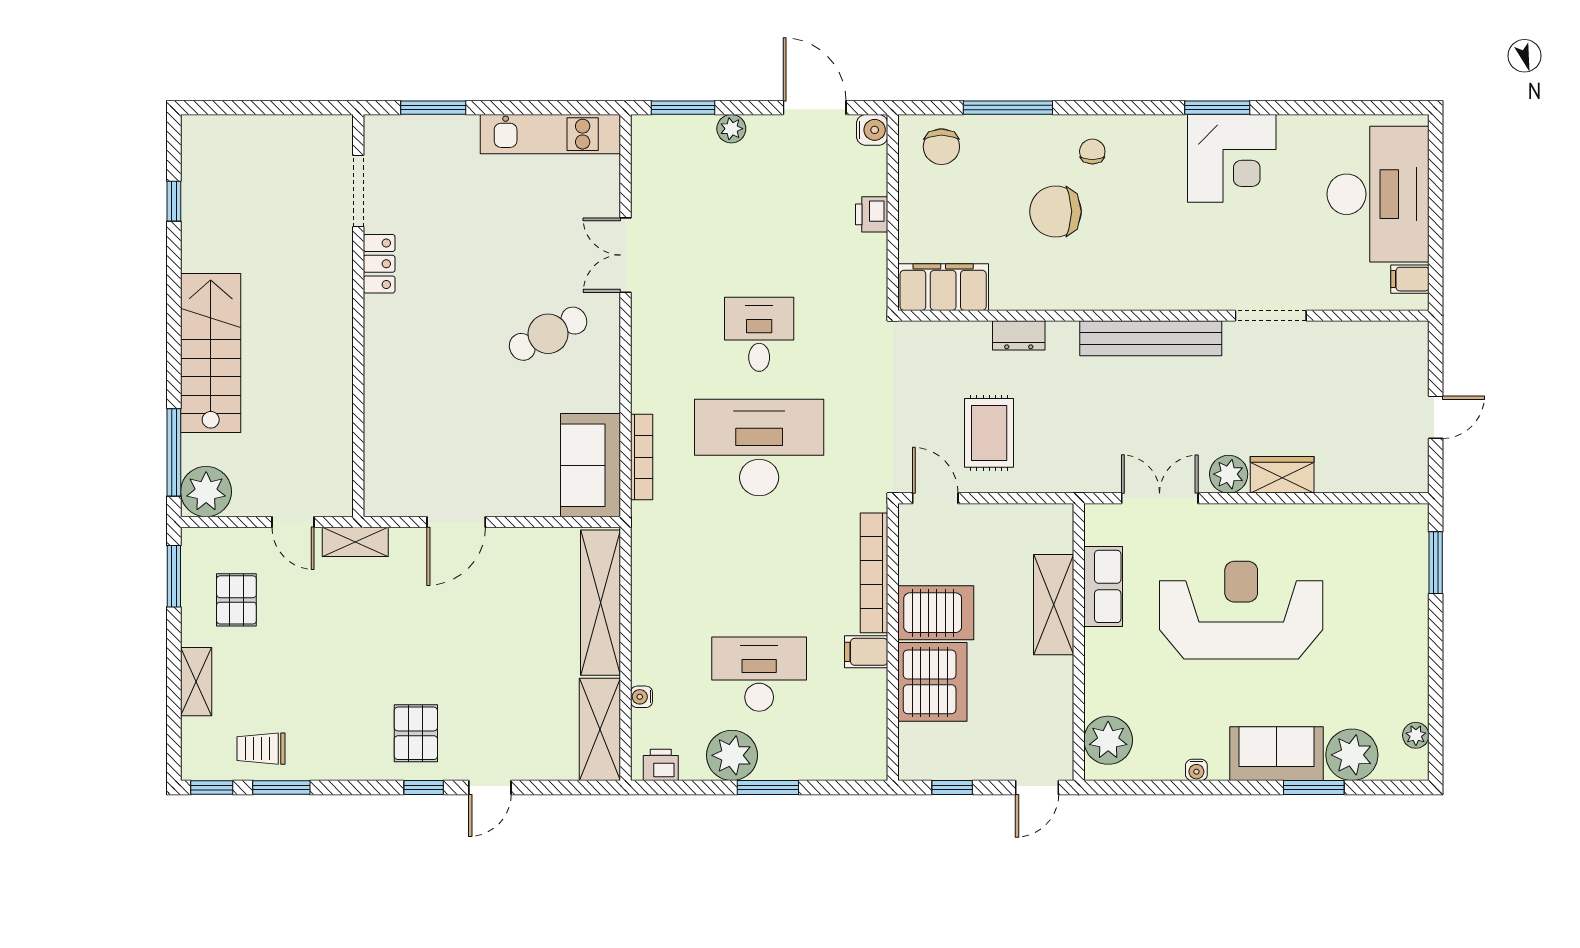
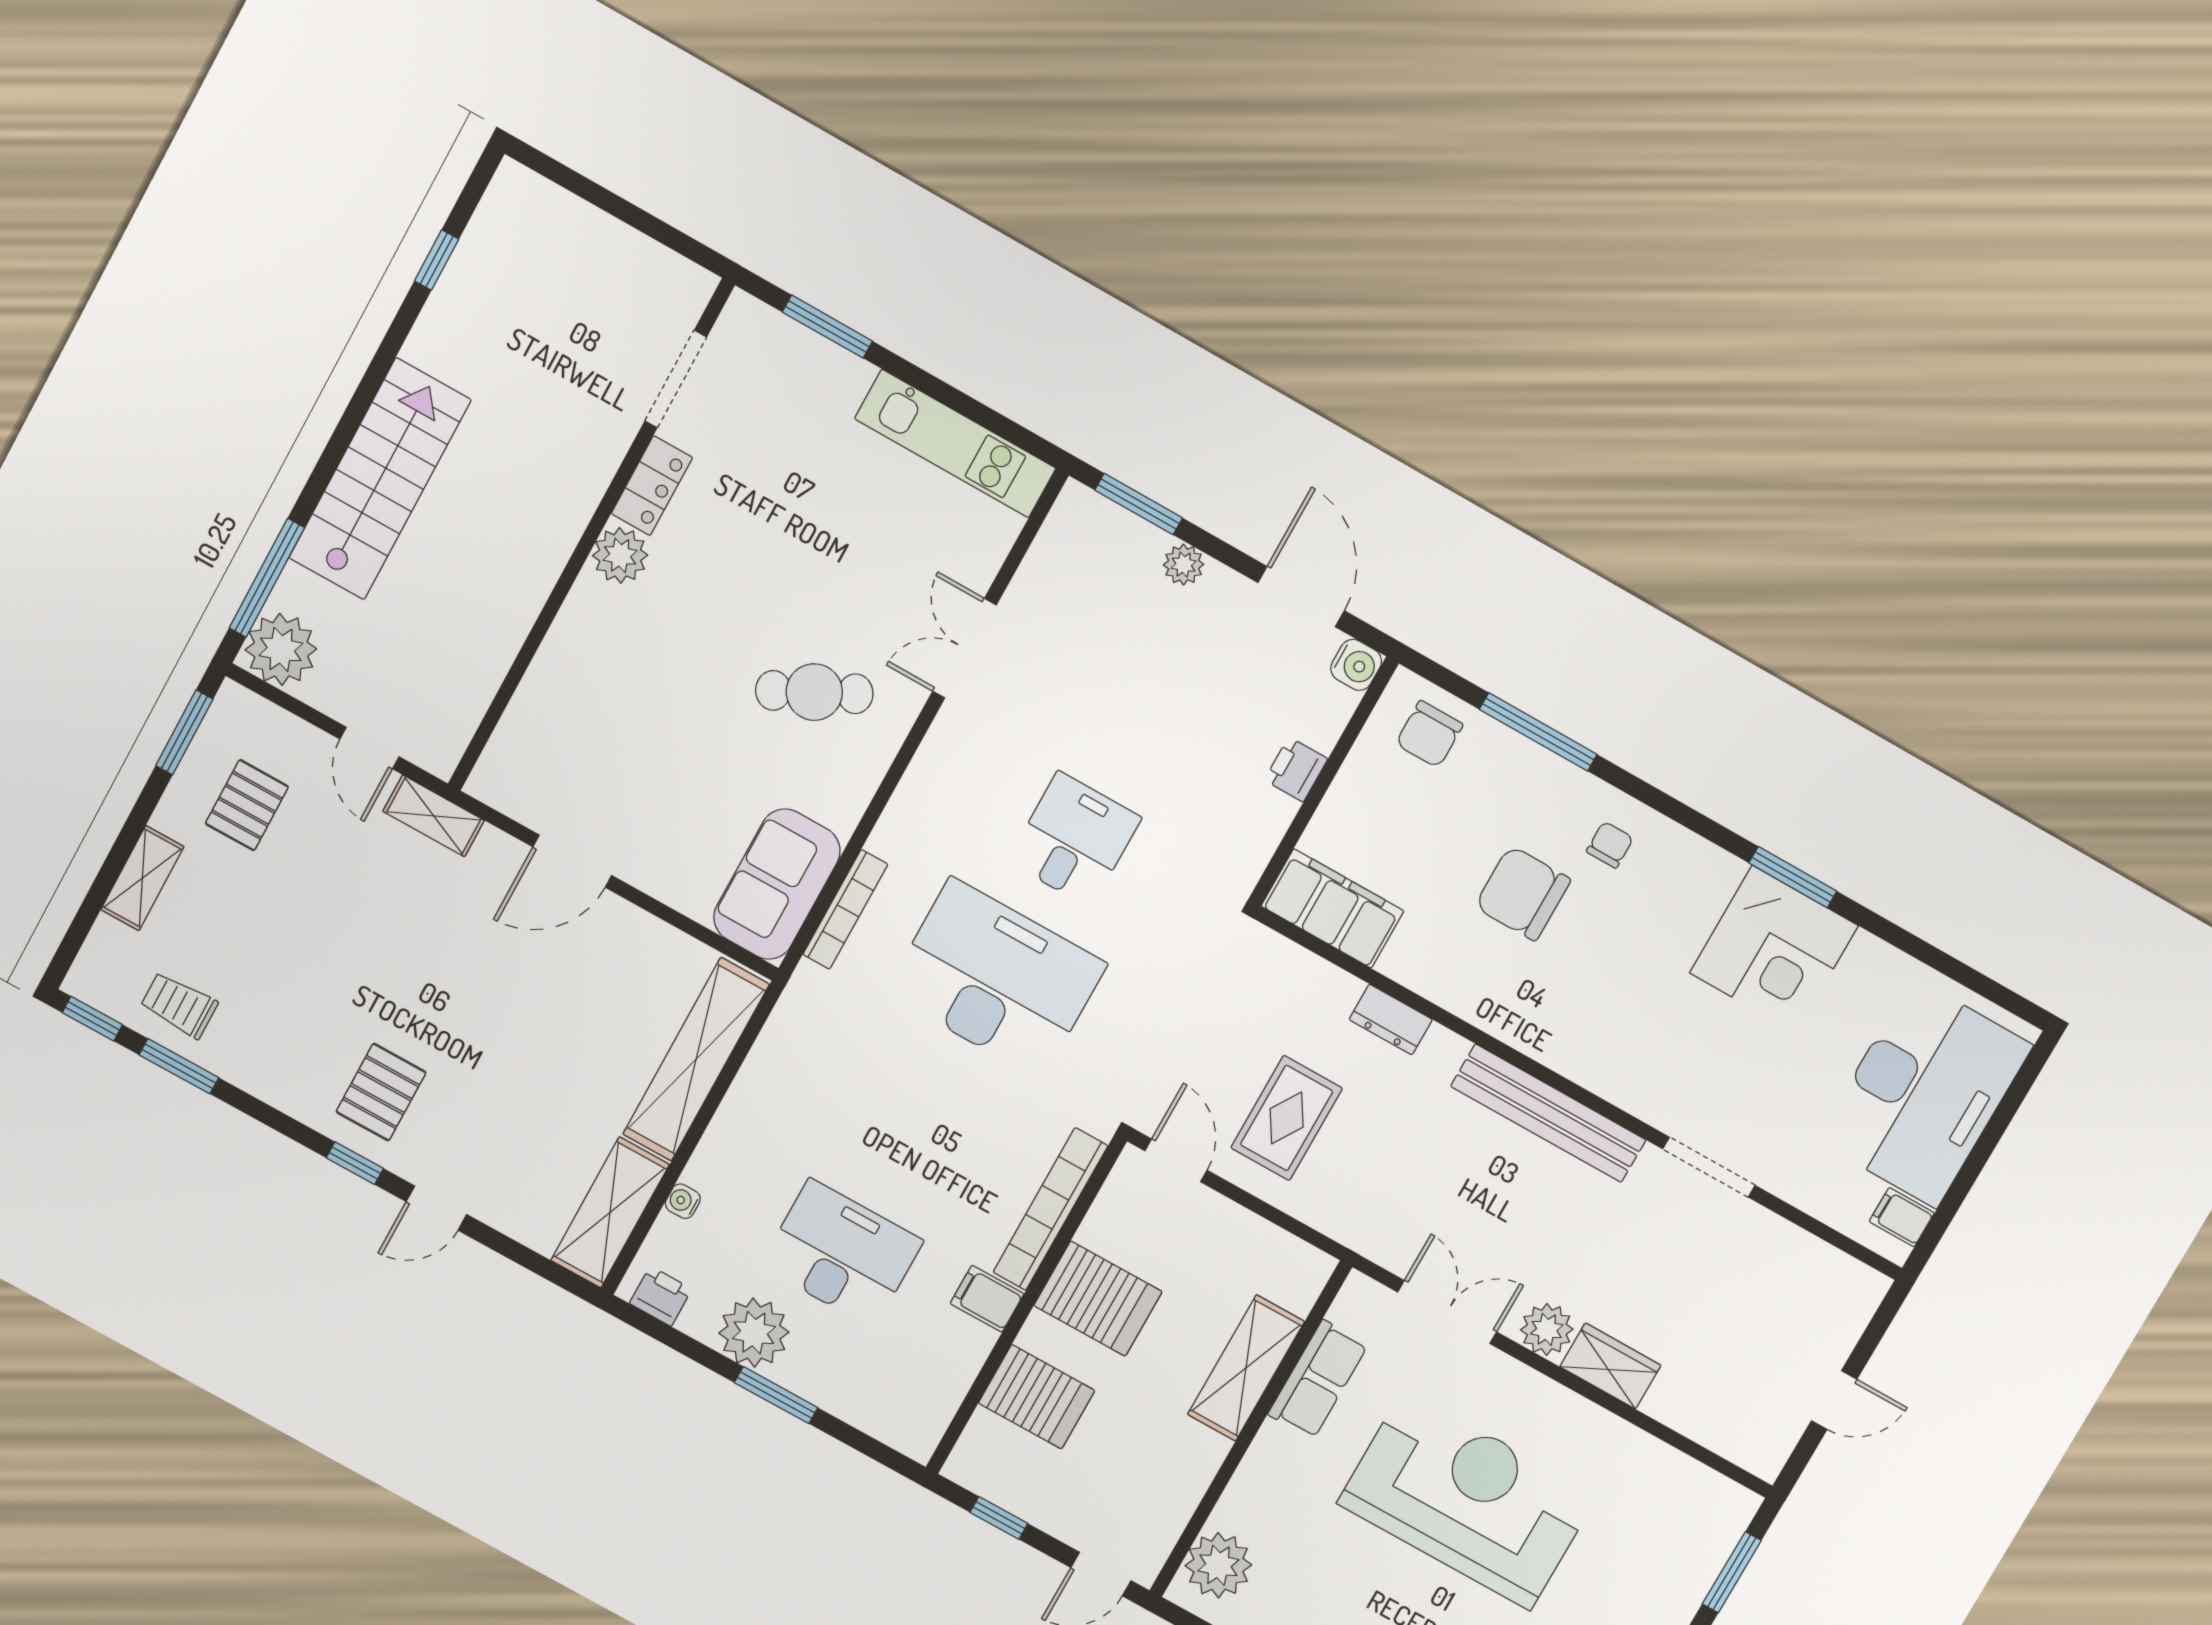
plant: (383, 317) -> (620, 555), added
server rack: (932, 682) -> (1037, 1397), width x0.63

